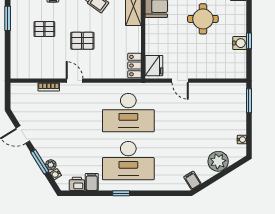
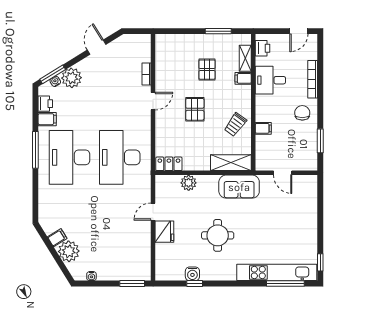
plant: (153, 47) -> (189, 183), added
fridge: (154, 66) -> (164, 232), moved, turned -90
window: (40, 162) -> (53, 74), moved
plant: (51, 165) -> (72, 78), width x1.88, depth x1.88
filing cabinet: (192, 180) -> (57, 238), moved
window: (121, 193) -> (35, 150), width x2.17

